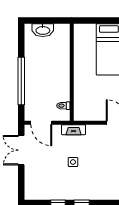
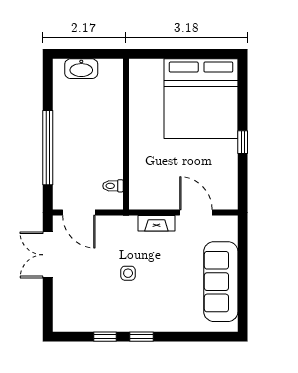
fireplace: (74, 130) -> (156, 223), moved

